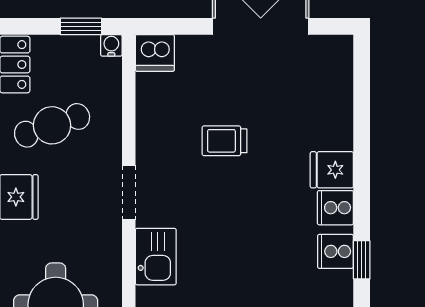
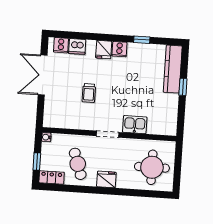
window: (81, 26) -> (37, 162), moved
dishwasher: (155, 53) -> (77, 46), moved, turned 90
cooker: (335, 251) -> (61, 45), moved

